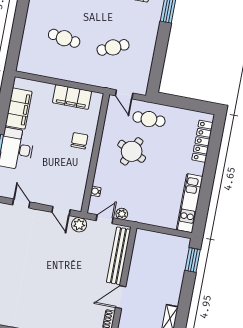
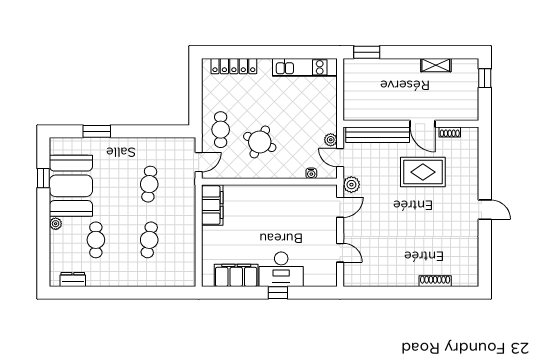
cafe table: (113, 47) -> (149, 184), turned 30
filing cabinet: (72, 97) -> (212, 205), moved
chair: (79, 141) -> (259, 202), removed
door: (21, 203) -> (340, 253), swing flipped
rug: (78, 289) -> (423, 172), added

